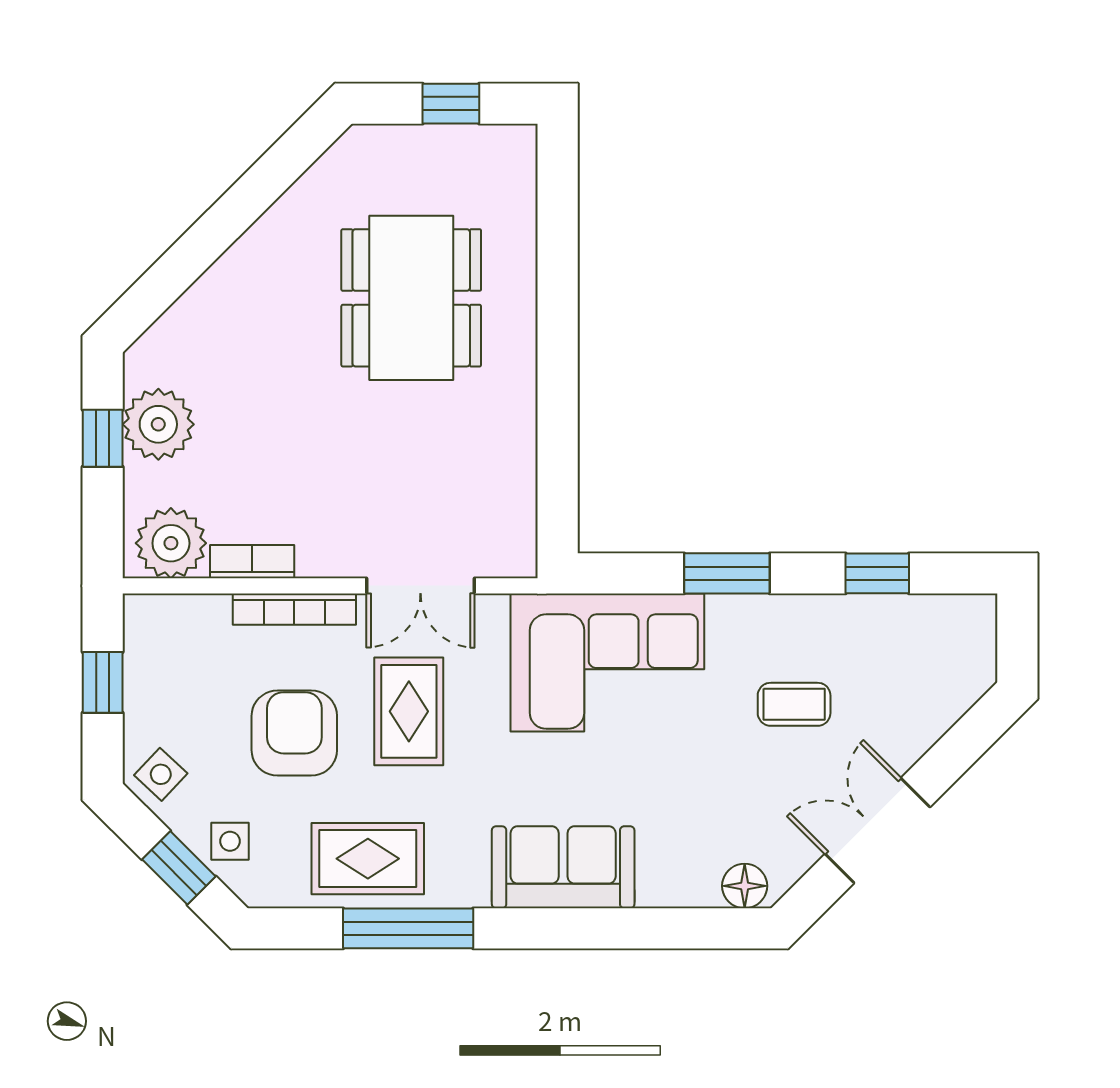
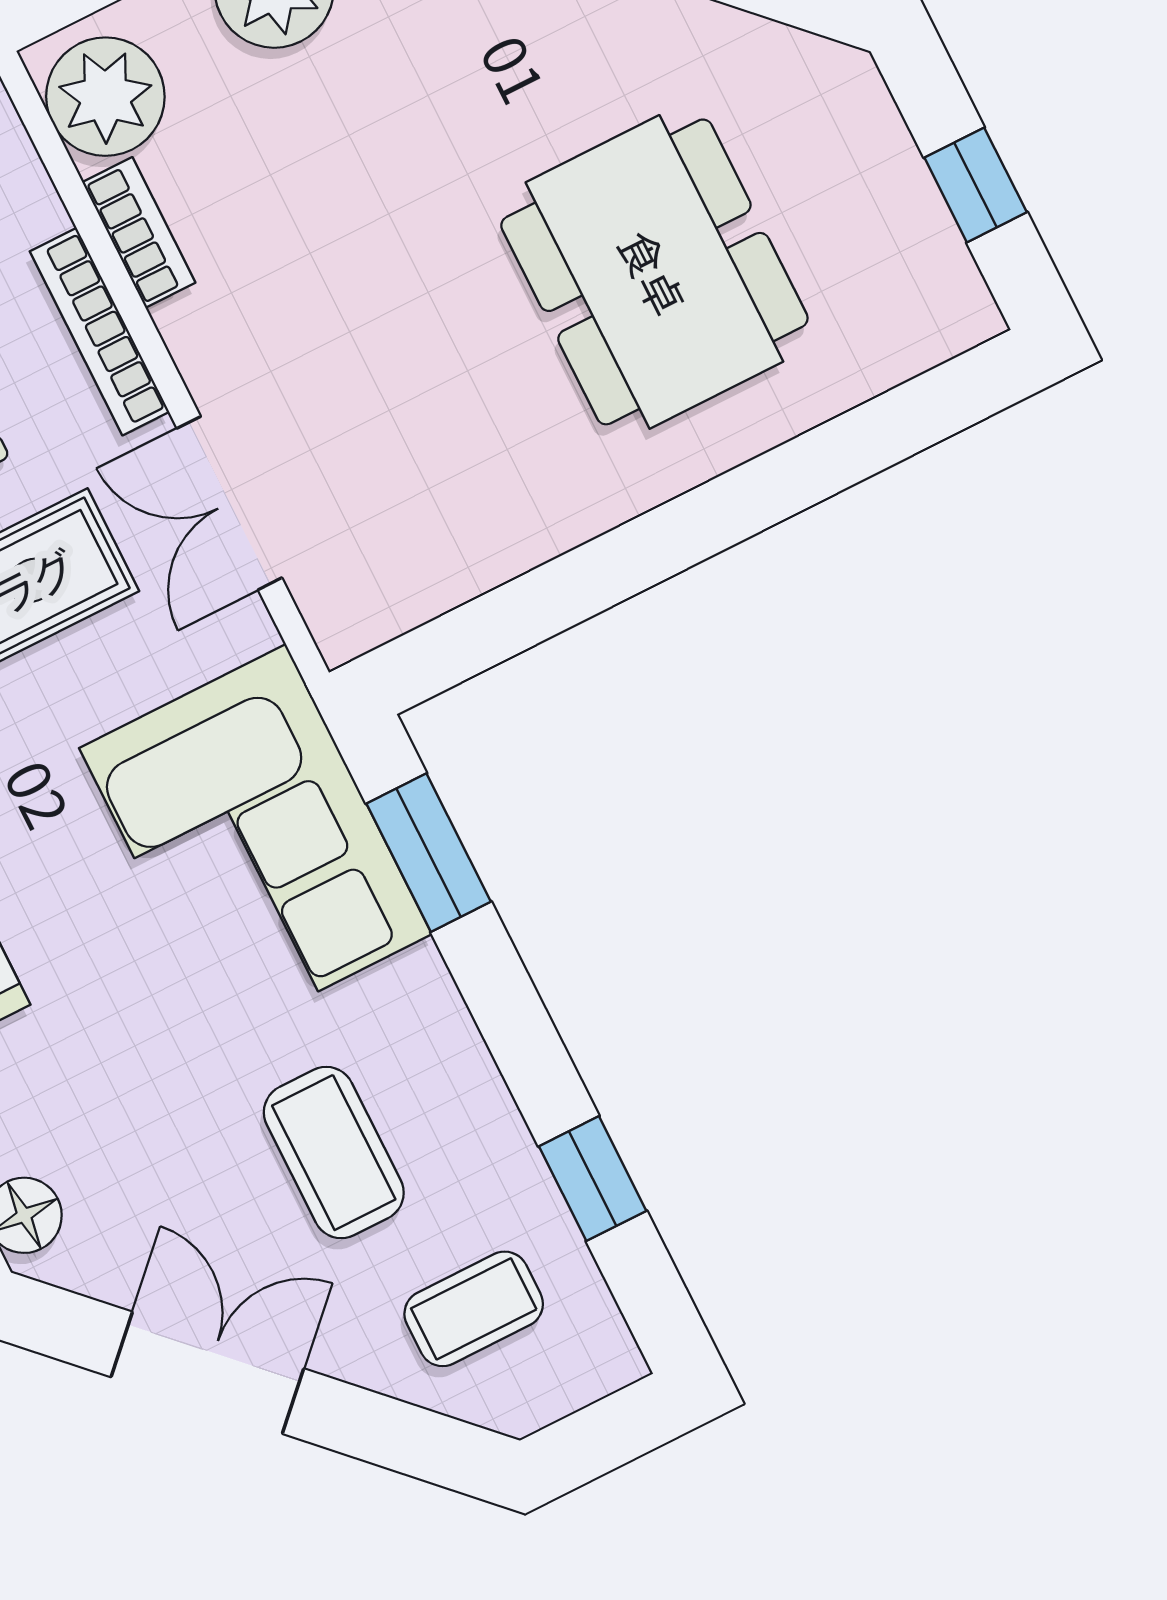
dining table: (411, 298) -> (654, 272), turned 90
window: (727, 573) -> (429, 853), moved
coffee table: (915, 672) -> (474, 1309), added
coffee table: (794, 704) -> (334, 1153), width x1.36, depth x1.30

